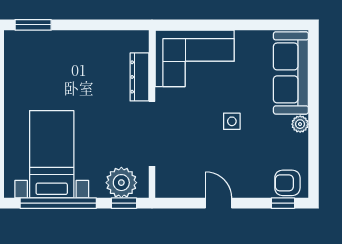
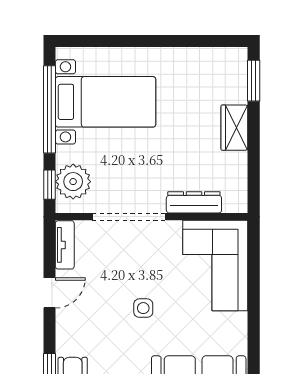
wardrobe: (74, 42) -> (234, 128), added
tv unit: (177, 190) -> (65, 245), added

